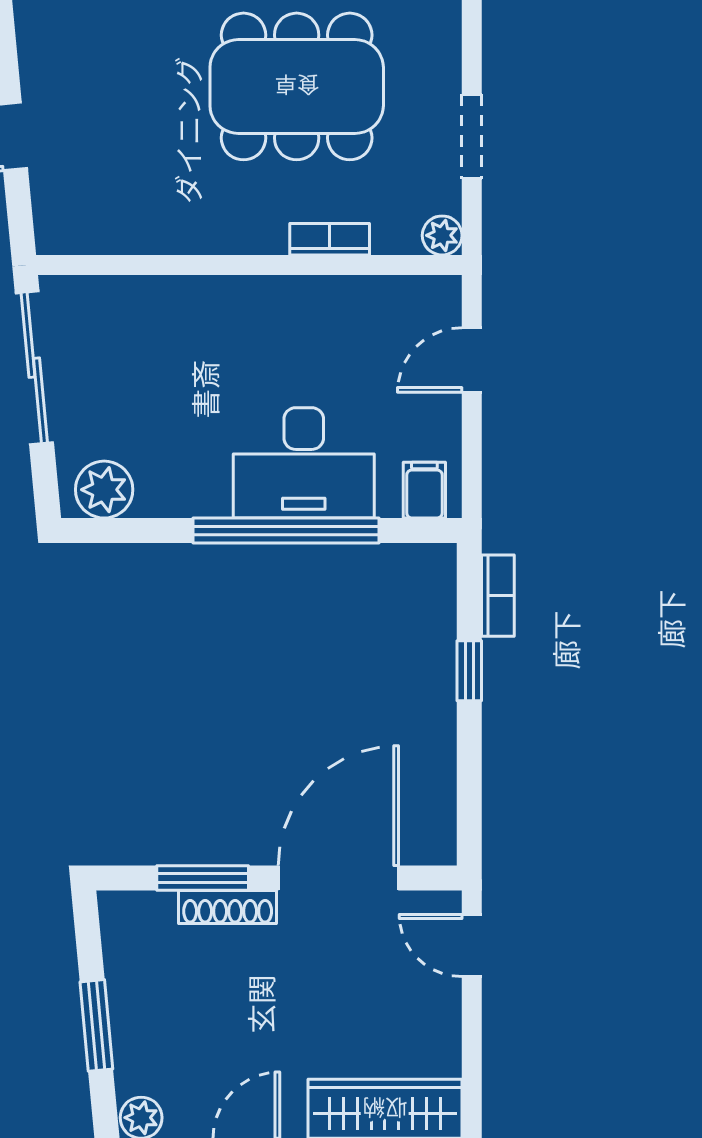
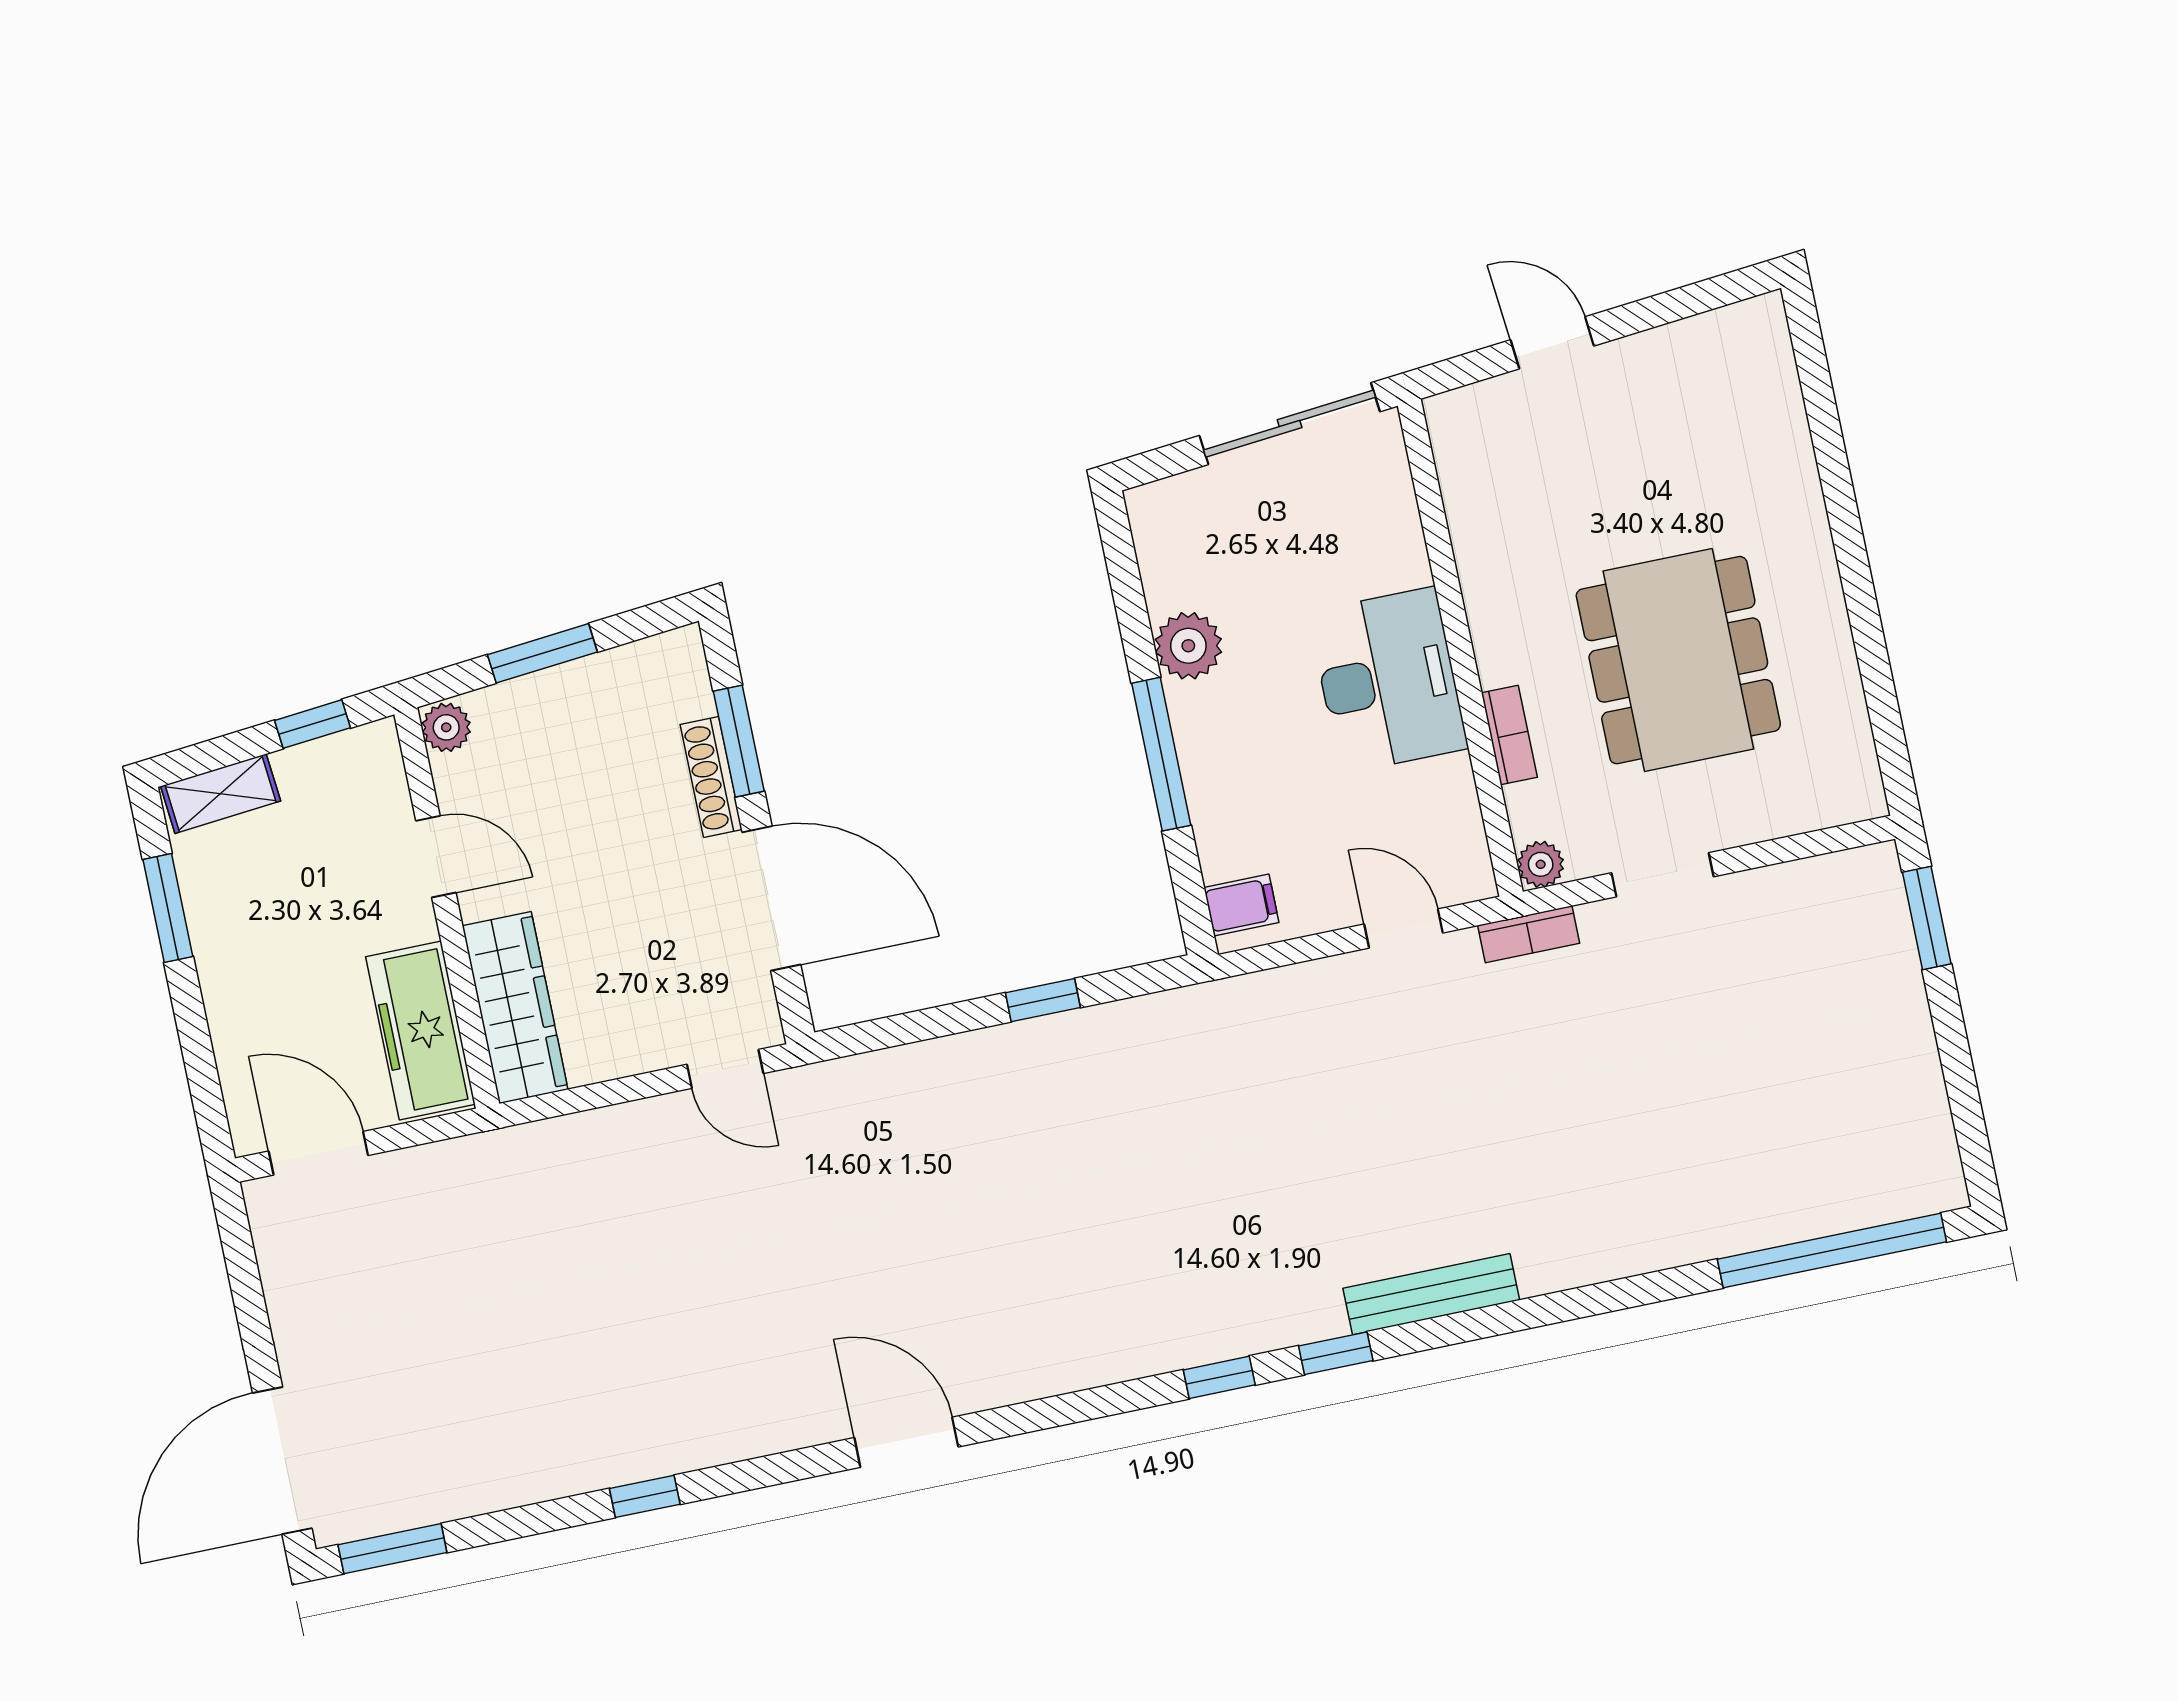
desk: (304, 463) -> (1388, 680), moved, turned 180
plant: (104, 490) -> (1188, 646), moved
window: (286, 531) -> (1161, 754), width x0.68
bookcase: (498, 596) -> (1529, 934), moved
door: (472, 945) -> (725, 1069), swing flipped

